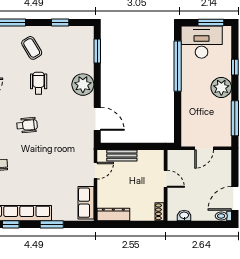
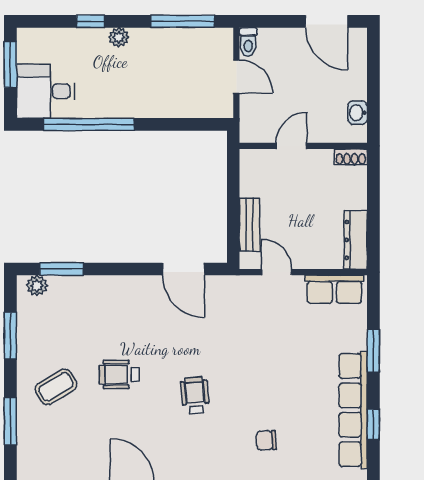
window: (60, 23) -> (10, 336), width x1.50
desk: (202, 42) -> (46, 91), width x0.73
plant: (83, 85) -> (37, 286), moved, width x0.53, depth x0.53
plant: (221, 88) -> (119, 37), width x0.53, depth x0.53
door: (97, 119) -> (183, 269), swing flipped
toilet: (223, 216) -> (248, 42), moved

